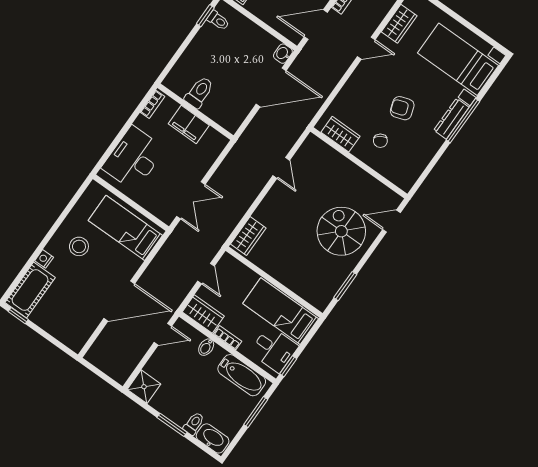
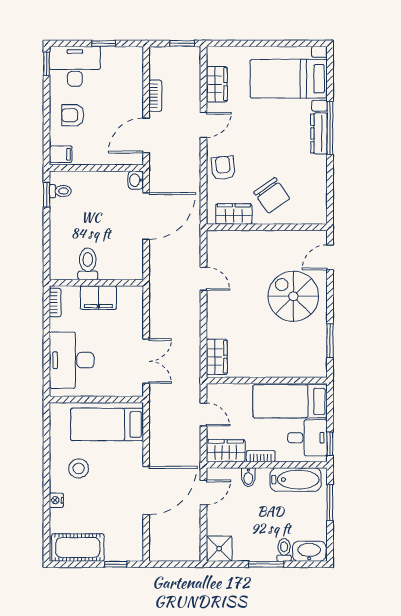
armchair: (402, 108) -> (223, 168), moved, turned 103
chair: (380, 141) -> (272, 195), width x1.87, depth x1.87
cot: (30, 290) -> (78, 547), moved, turned 90
window: (18, 316) -> (116, 564), moved

